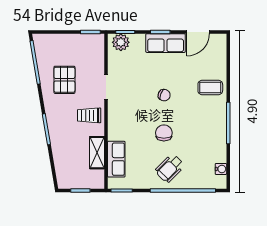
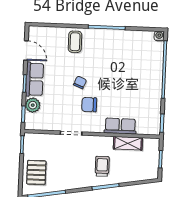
plant: (121, 42) -> (33, 105), moved
pallet: (64, 80) -> (36, 172), moved, turned 90
trolley: (89, 115) -> (102, 166), moved, turned 180
chair: (164, 133) -> (89, 105), moved
row of seats: (116, 159) -> (120, 126), moved
wheelchair: (170, 168) -> (144, 80), removed
water cooler: (221, 169) -> (159, 36), moved

